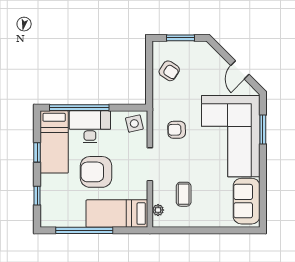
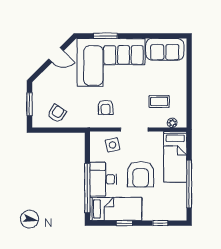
side table: (134, 124) -> (113, 145), moved

